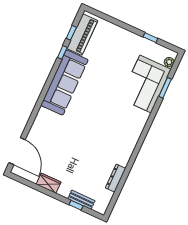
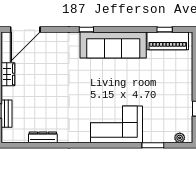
window: (62, 52) -> (86, 29), moved
corner sofa: (145, 84) -> (117, 124), moved

